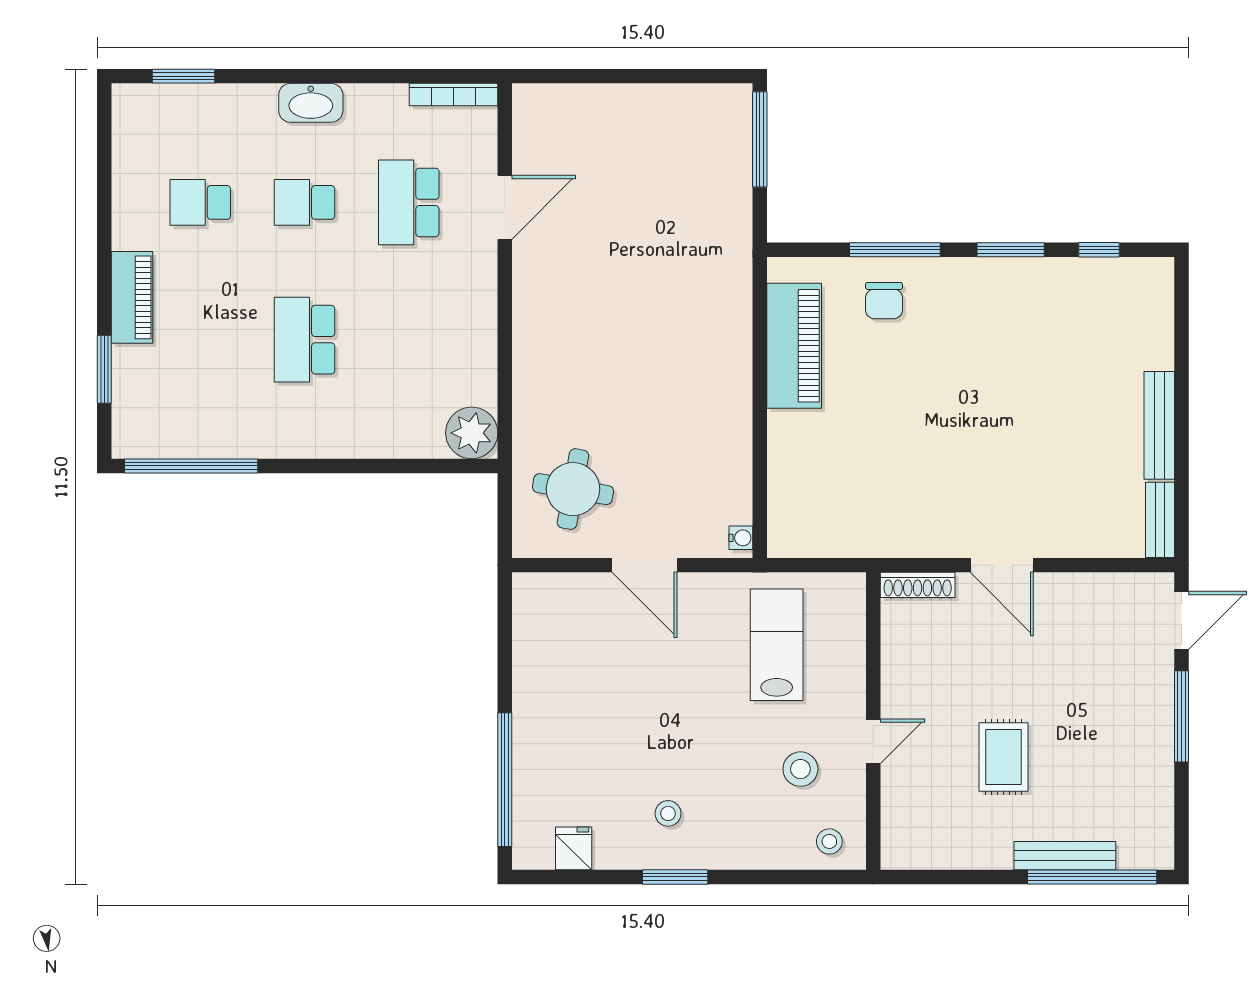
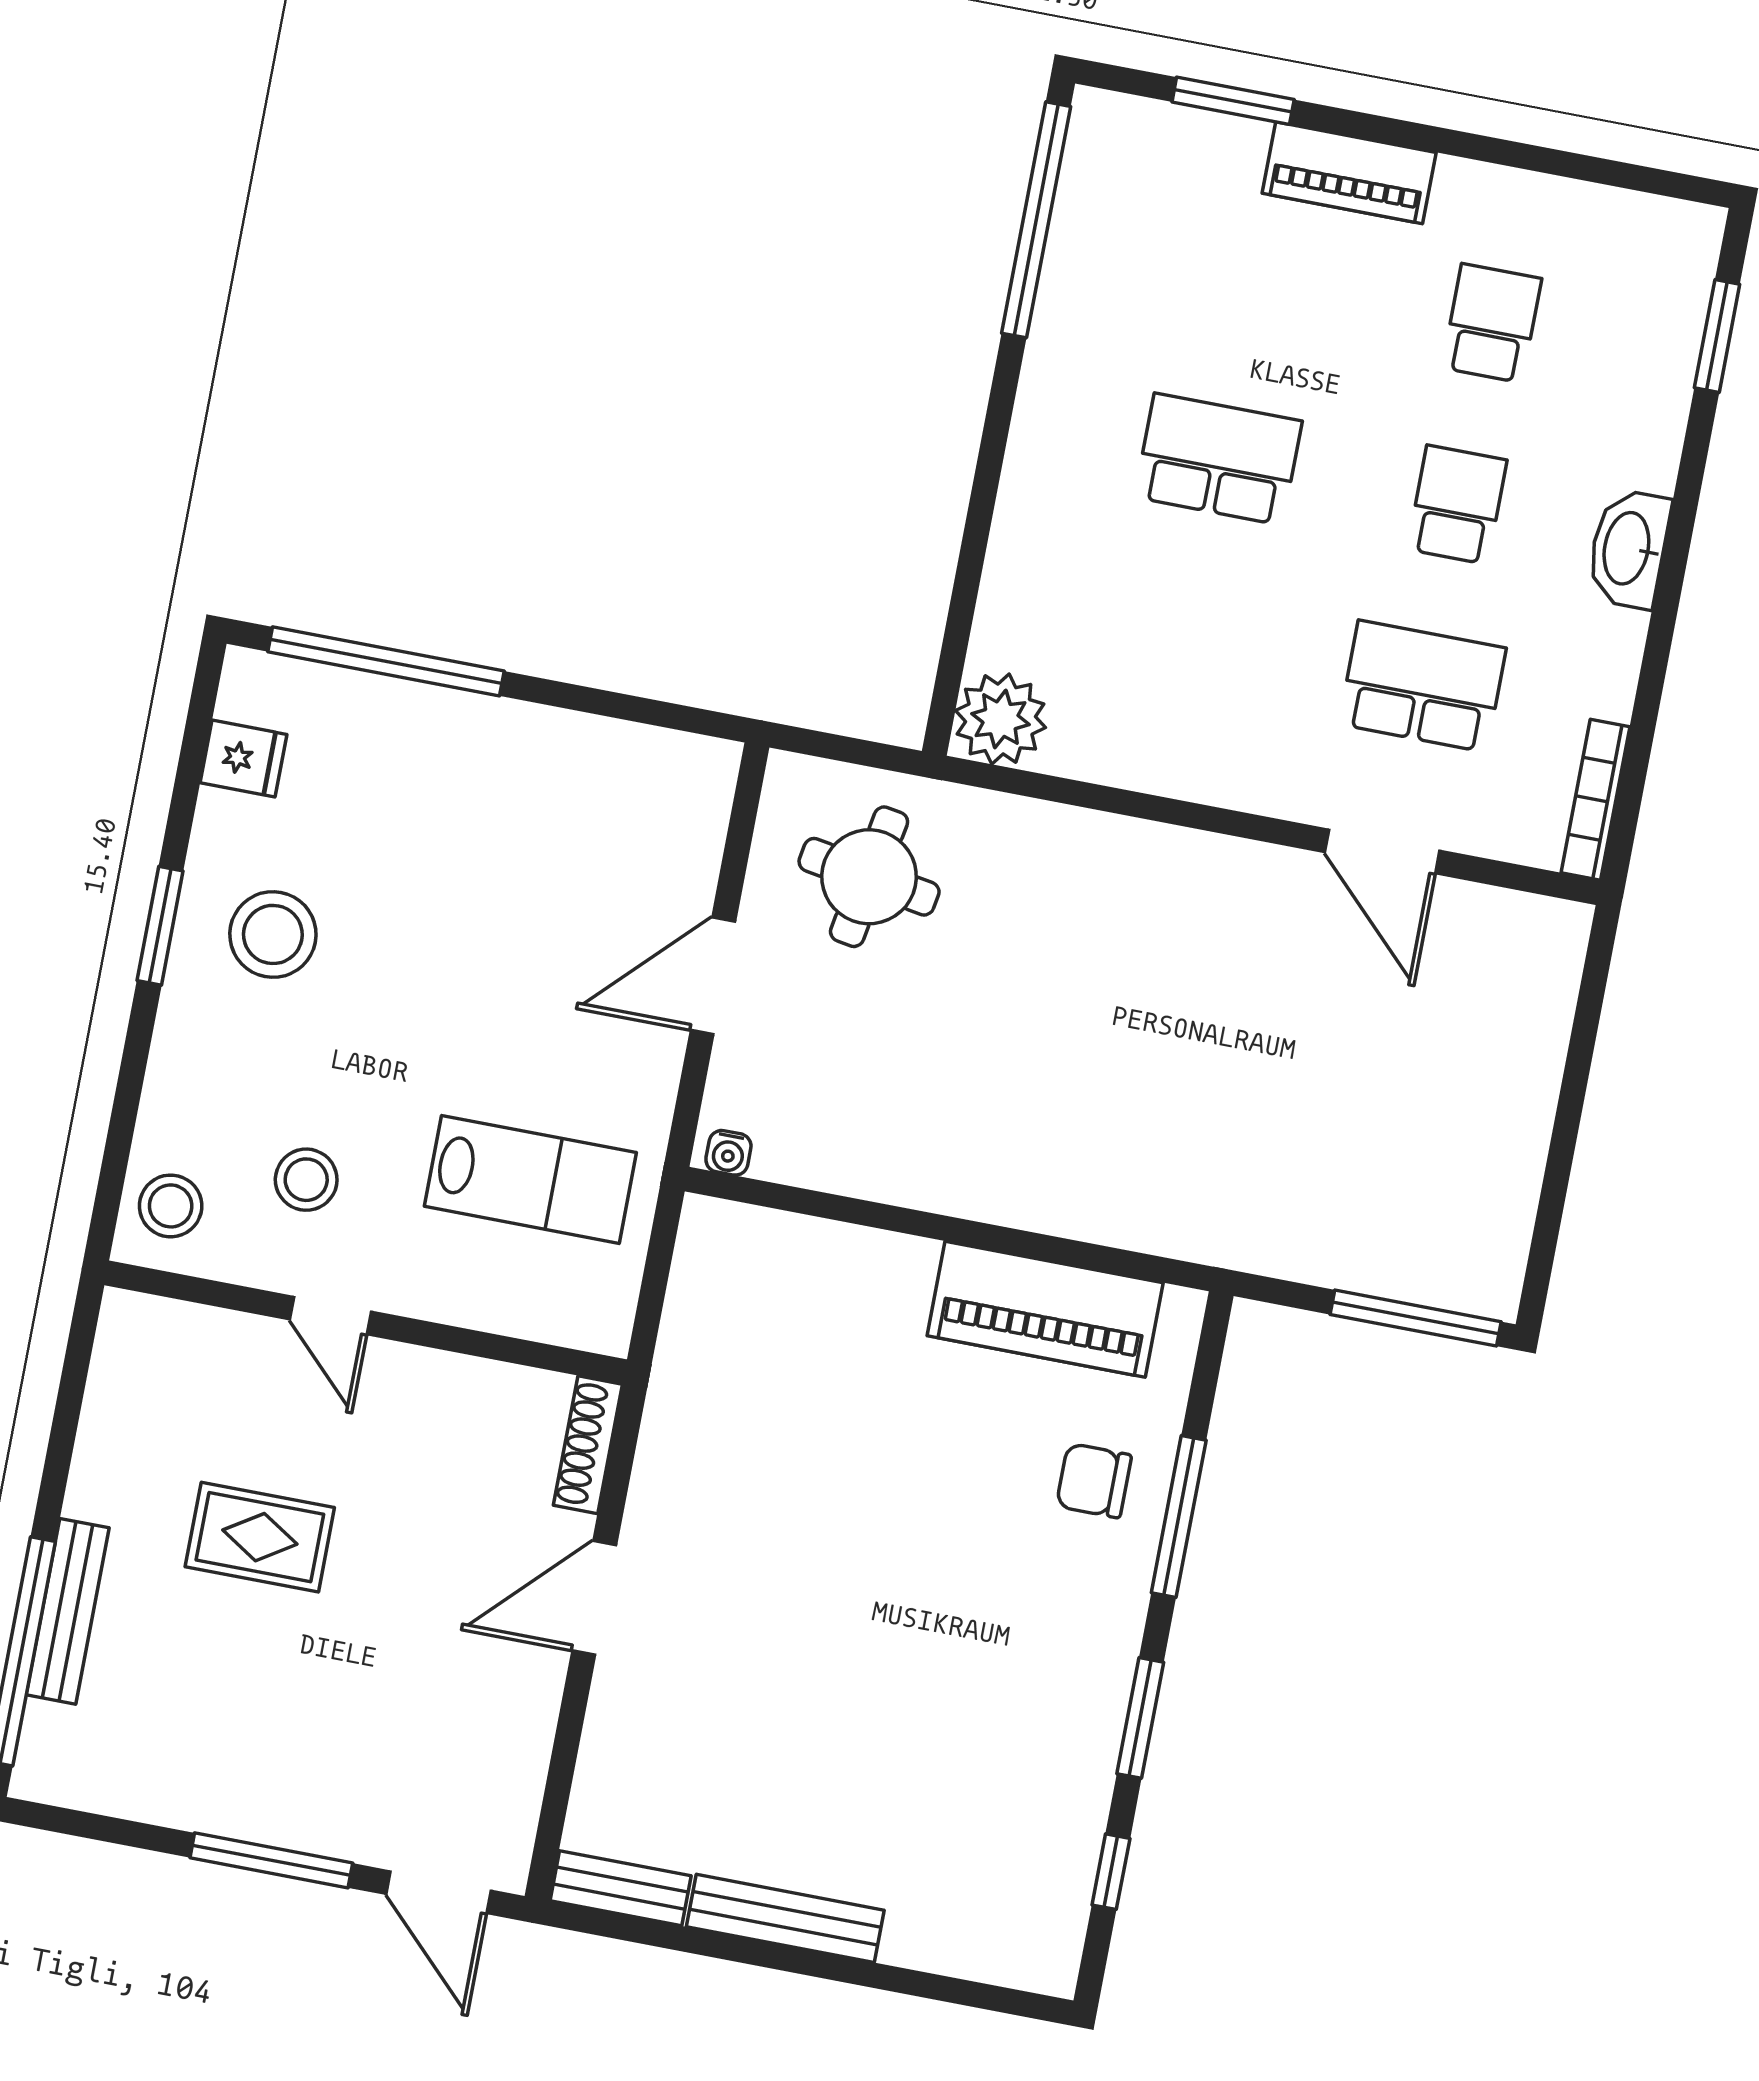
stool: (668, 813) -> (273, 934), width x1.89, depth x1.89
stool: (829, 841) -> (171, 1206), width x1.37, depth x1.37

